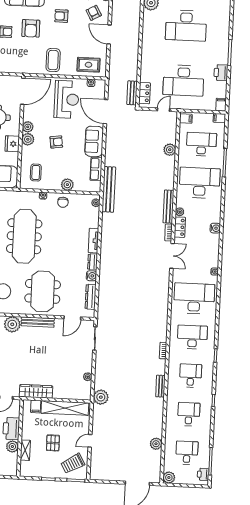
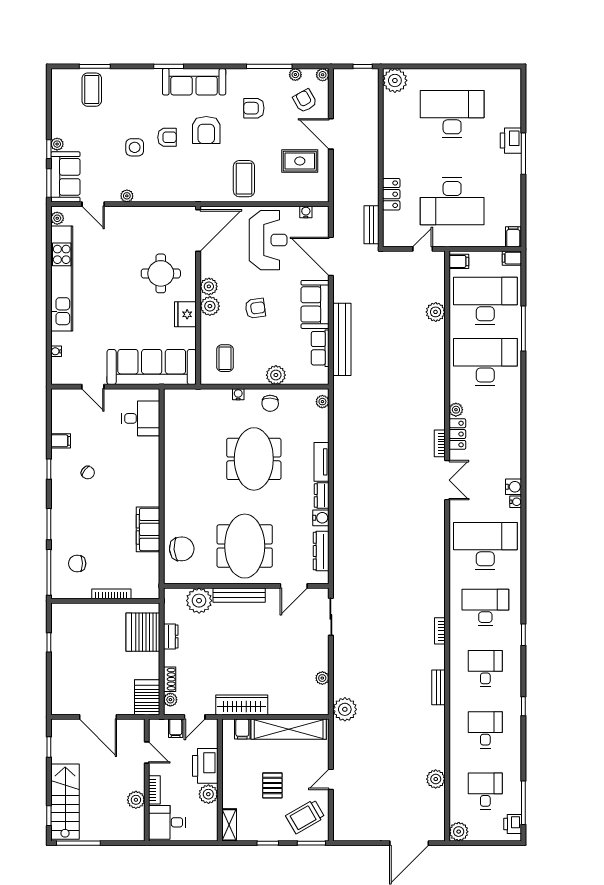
desk: (186, 26) -> (452, 114), turned 180
rug: (89, 65) -> (300, 161), moved
printer: (221, 73) -> (511, 141), moved
locker: (144, 93) -> (391, 194), moved
desk: (201, 144) -> (485, 301), width x1.36, depth x1.30
bench: (109, 189) -> (342, 339), moved
bench: (168, 207) -> (438, 402), removed
water cooler: (215, 228) -> (514, 487), moved
meeting table: (24, 236) -> (254, 459), moved, width x0.73
shelving: (25, 450) -> (229, 825), moved

